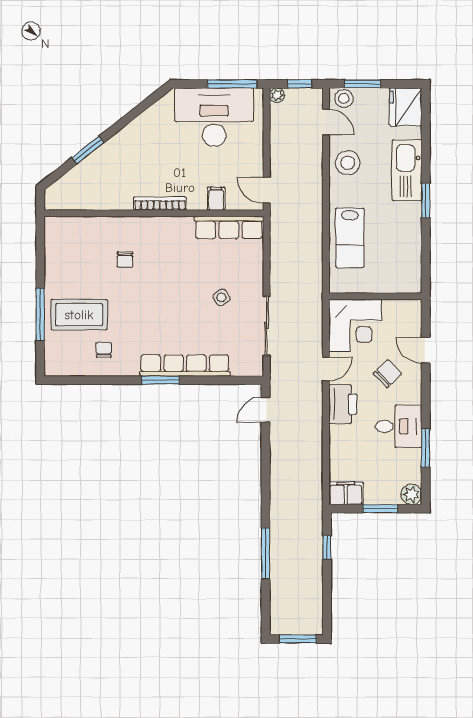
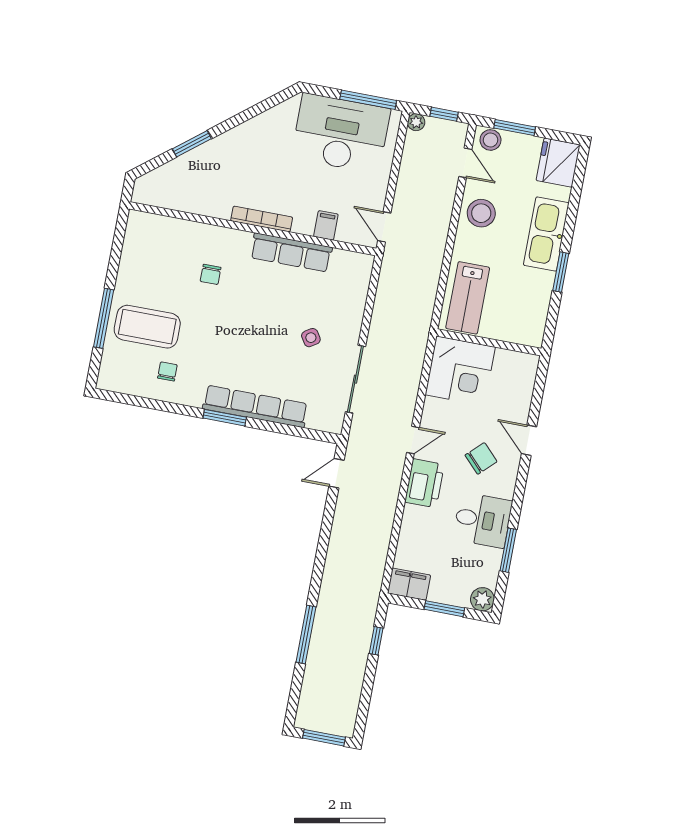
row of seats: (229, 227) -> (291, 252), moved
wall: (375, 296) -> (489, 342), moved
corner desk: (355, 326) -> (460, 371), moved

